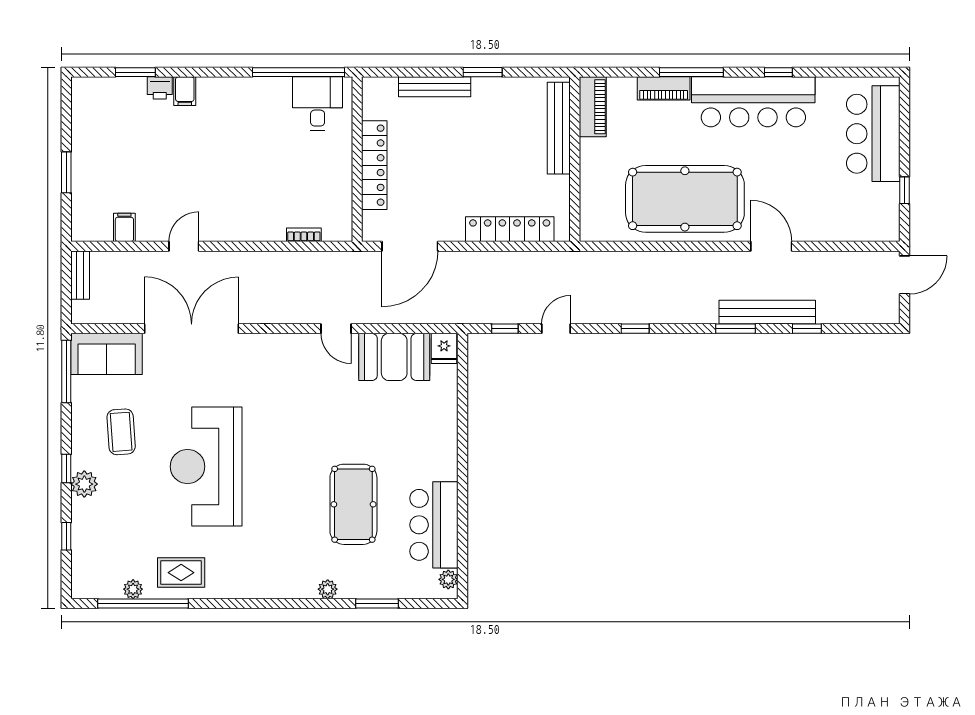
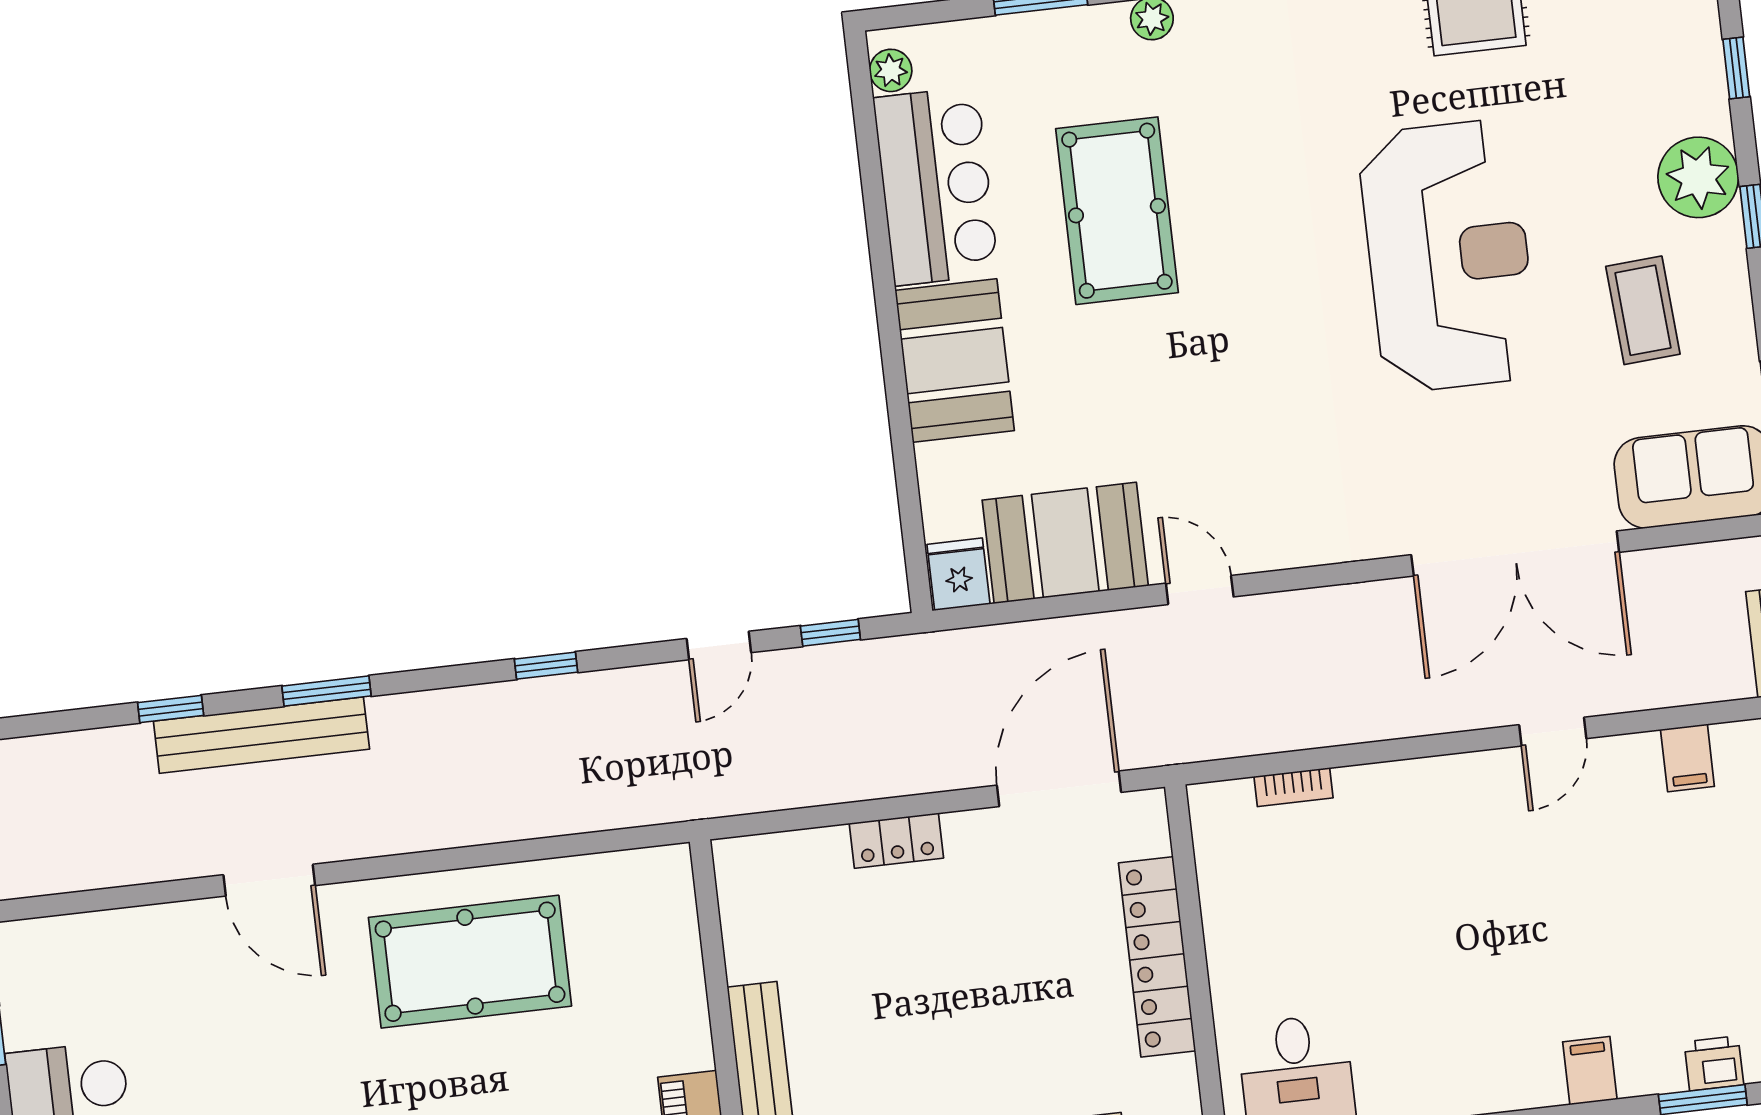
printer: (160, 88) -> (1714, 1063), moved
pool table: (685, 199) -> (470, 962), width x0.73, depth x0.76
locker: (510, 229) -> (896, 841), width x0.46, depth x0.83
booth: (435, 445) -> (955, 361), added
plant: (84, 484) -> (1698, 177), width x1.36, depth x1.36

